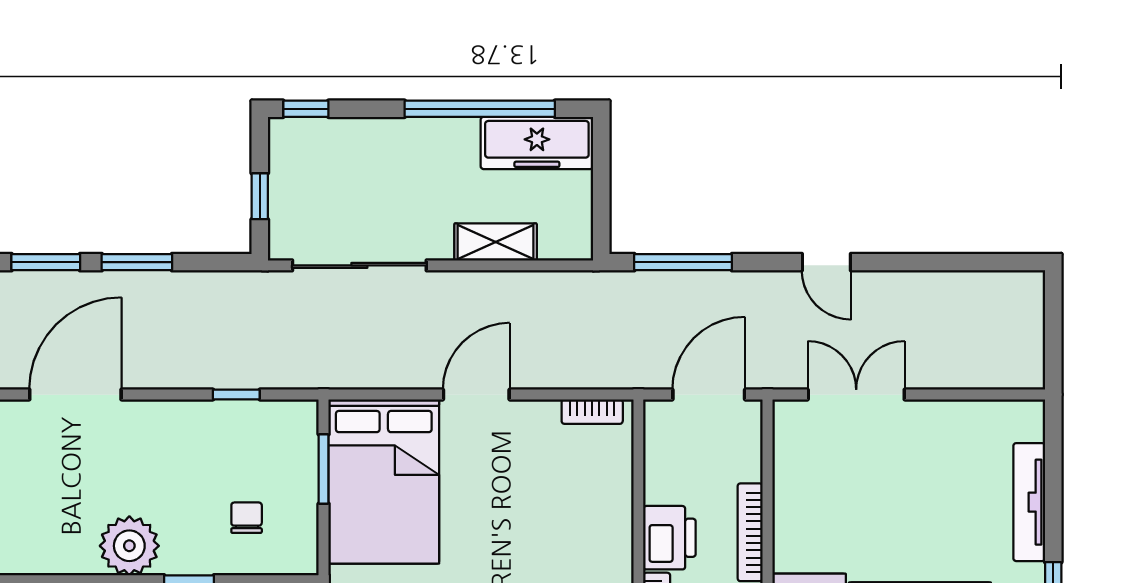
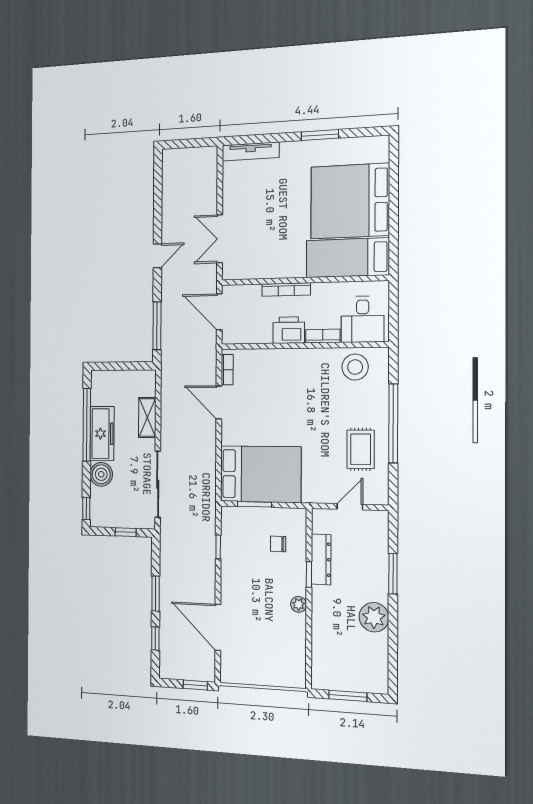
boiler: (377, 142) -> (101, 474), added
freezer: (537, 143) -> (102, 434), moved
window: (46, 262) -> (155, 638), width x0.67
door: (476, 395) -> (219, 402), moved
tv unit: (1029, 502) -> (251, 151), moved
plant: (129, 546) -> (299, 604), width x0.53, depth x0.53

